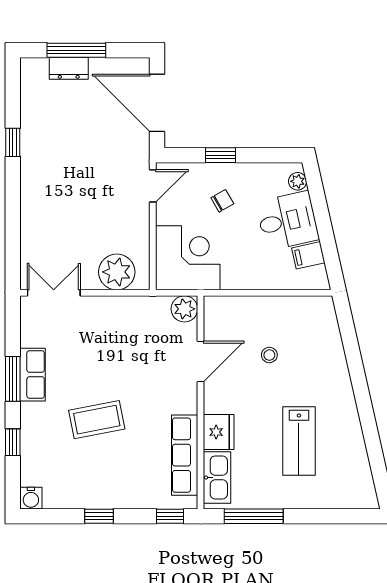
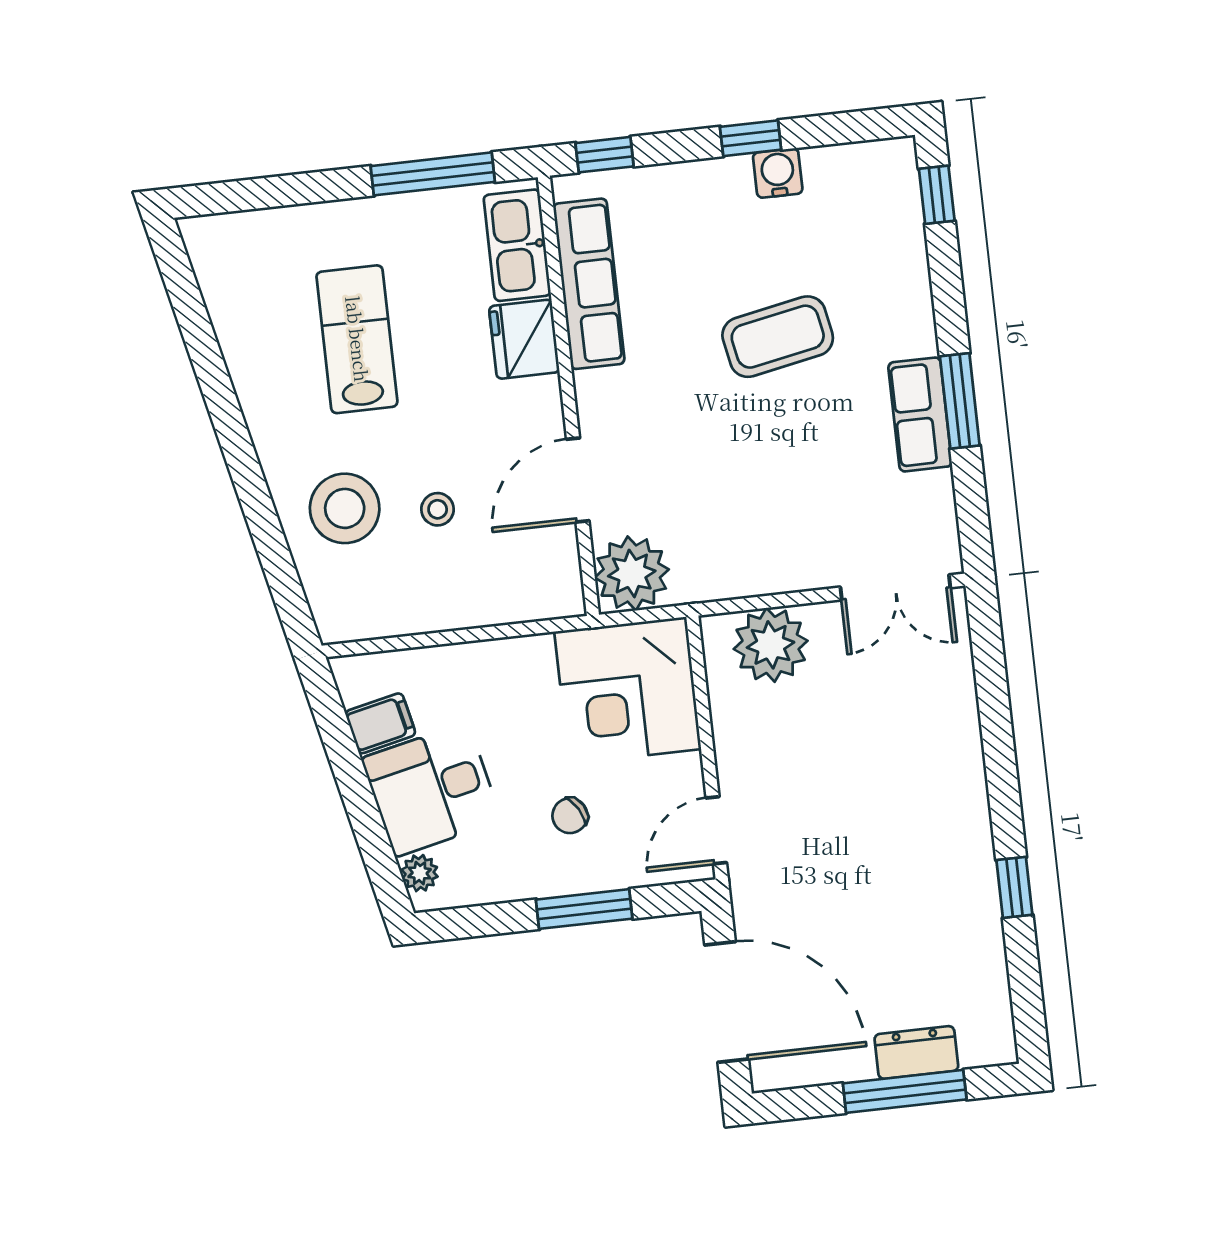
window: (220, 155) -> (584, 909), width x1.50
plant: (184, 309) -> (632, 573), width x1.36, depth x1.36
stool: (314, 360) -> (345, 508), added
window: (13, 442) -> (937, 195), moved
water cooler: (31, 498) -> (778, 173), moved

